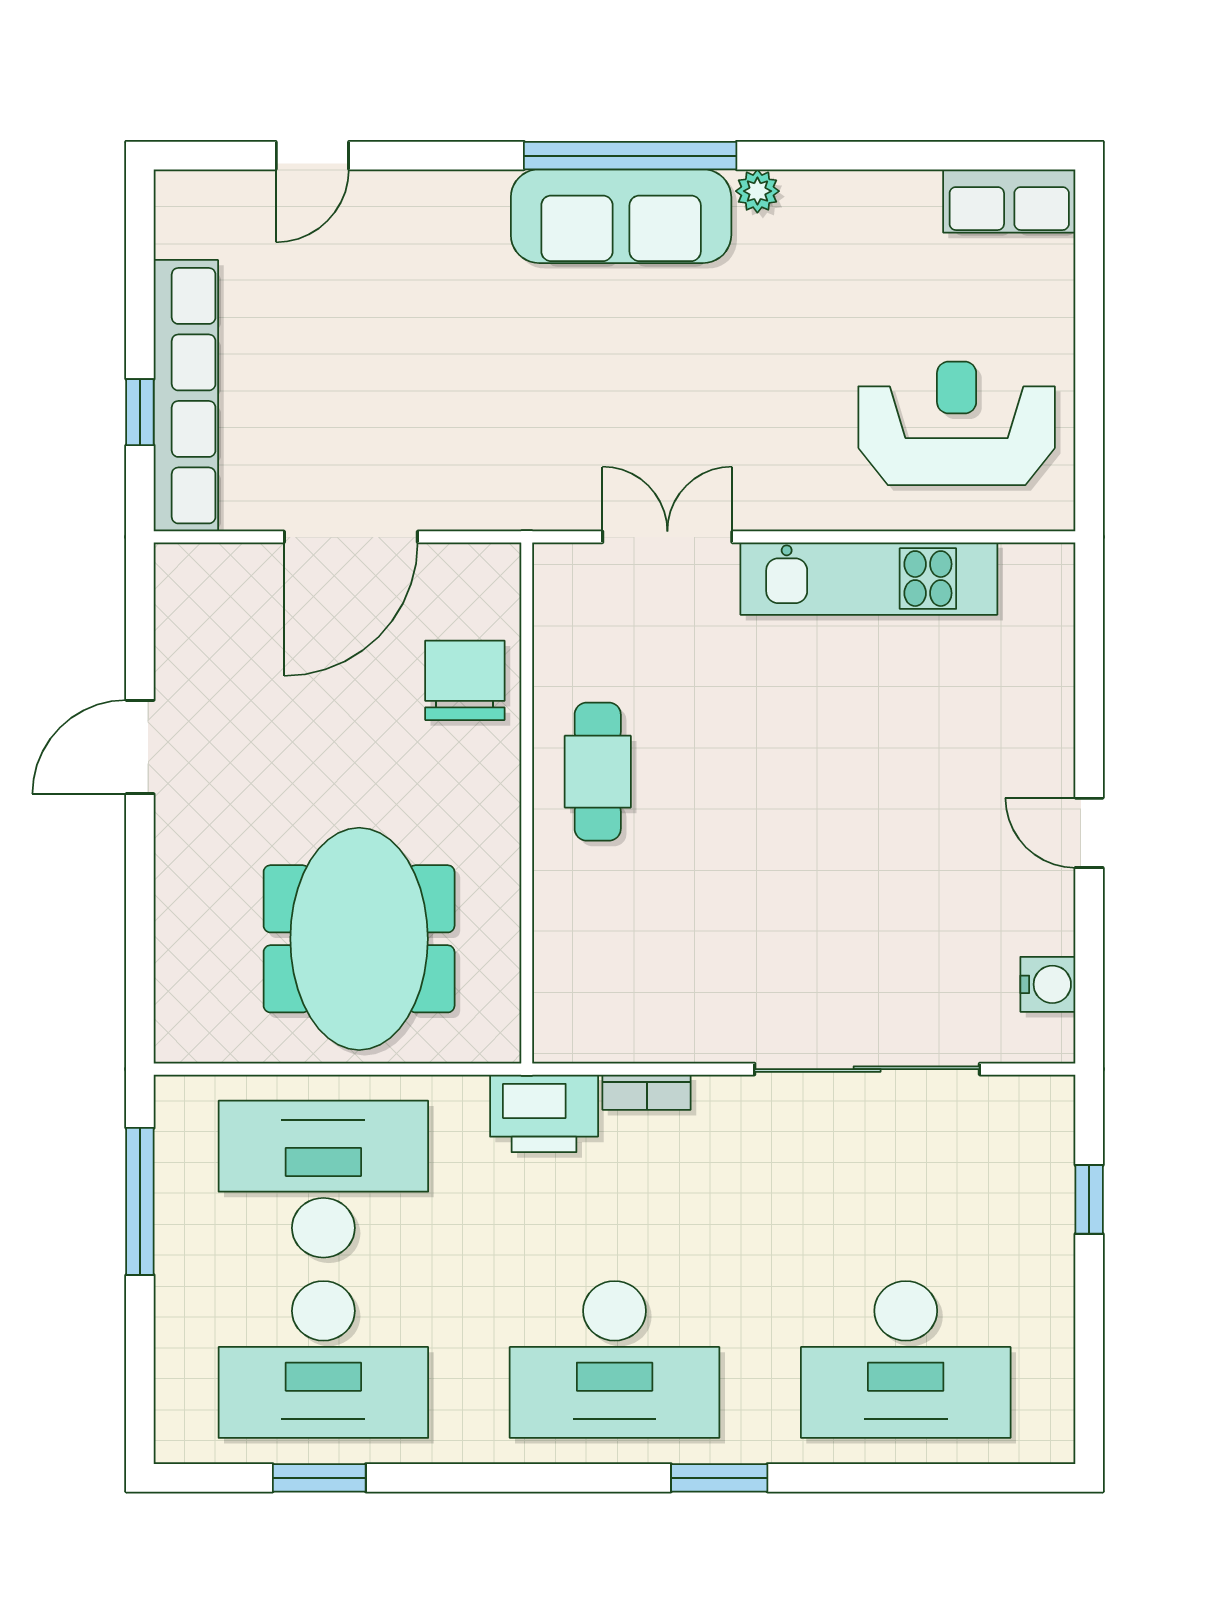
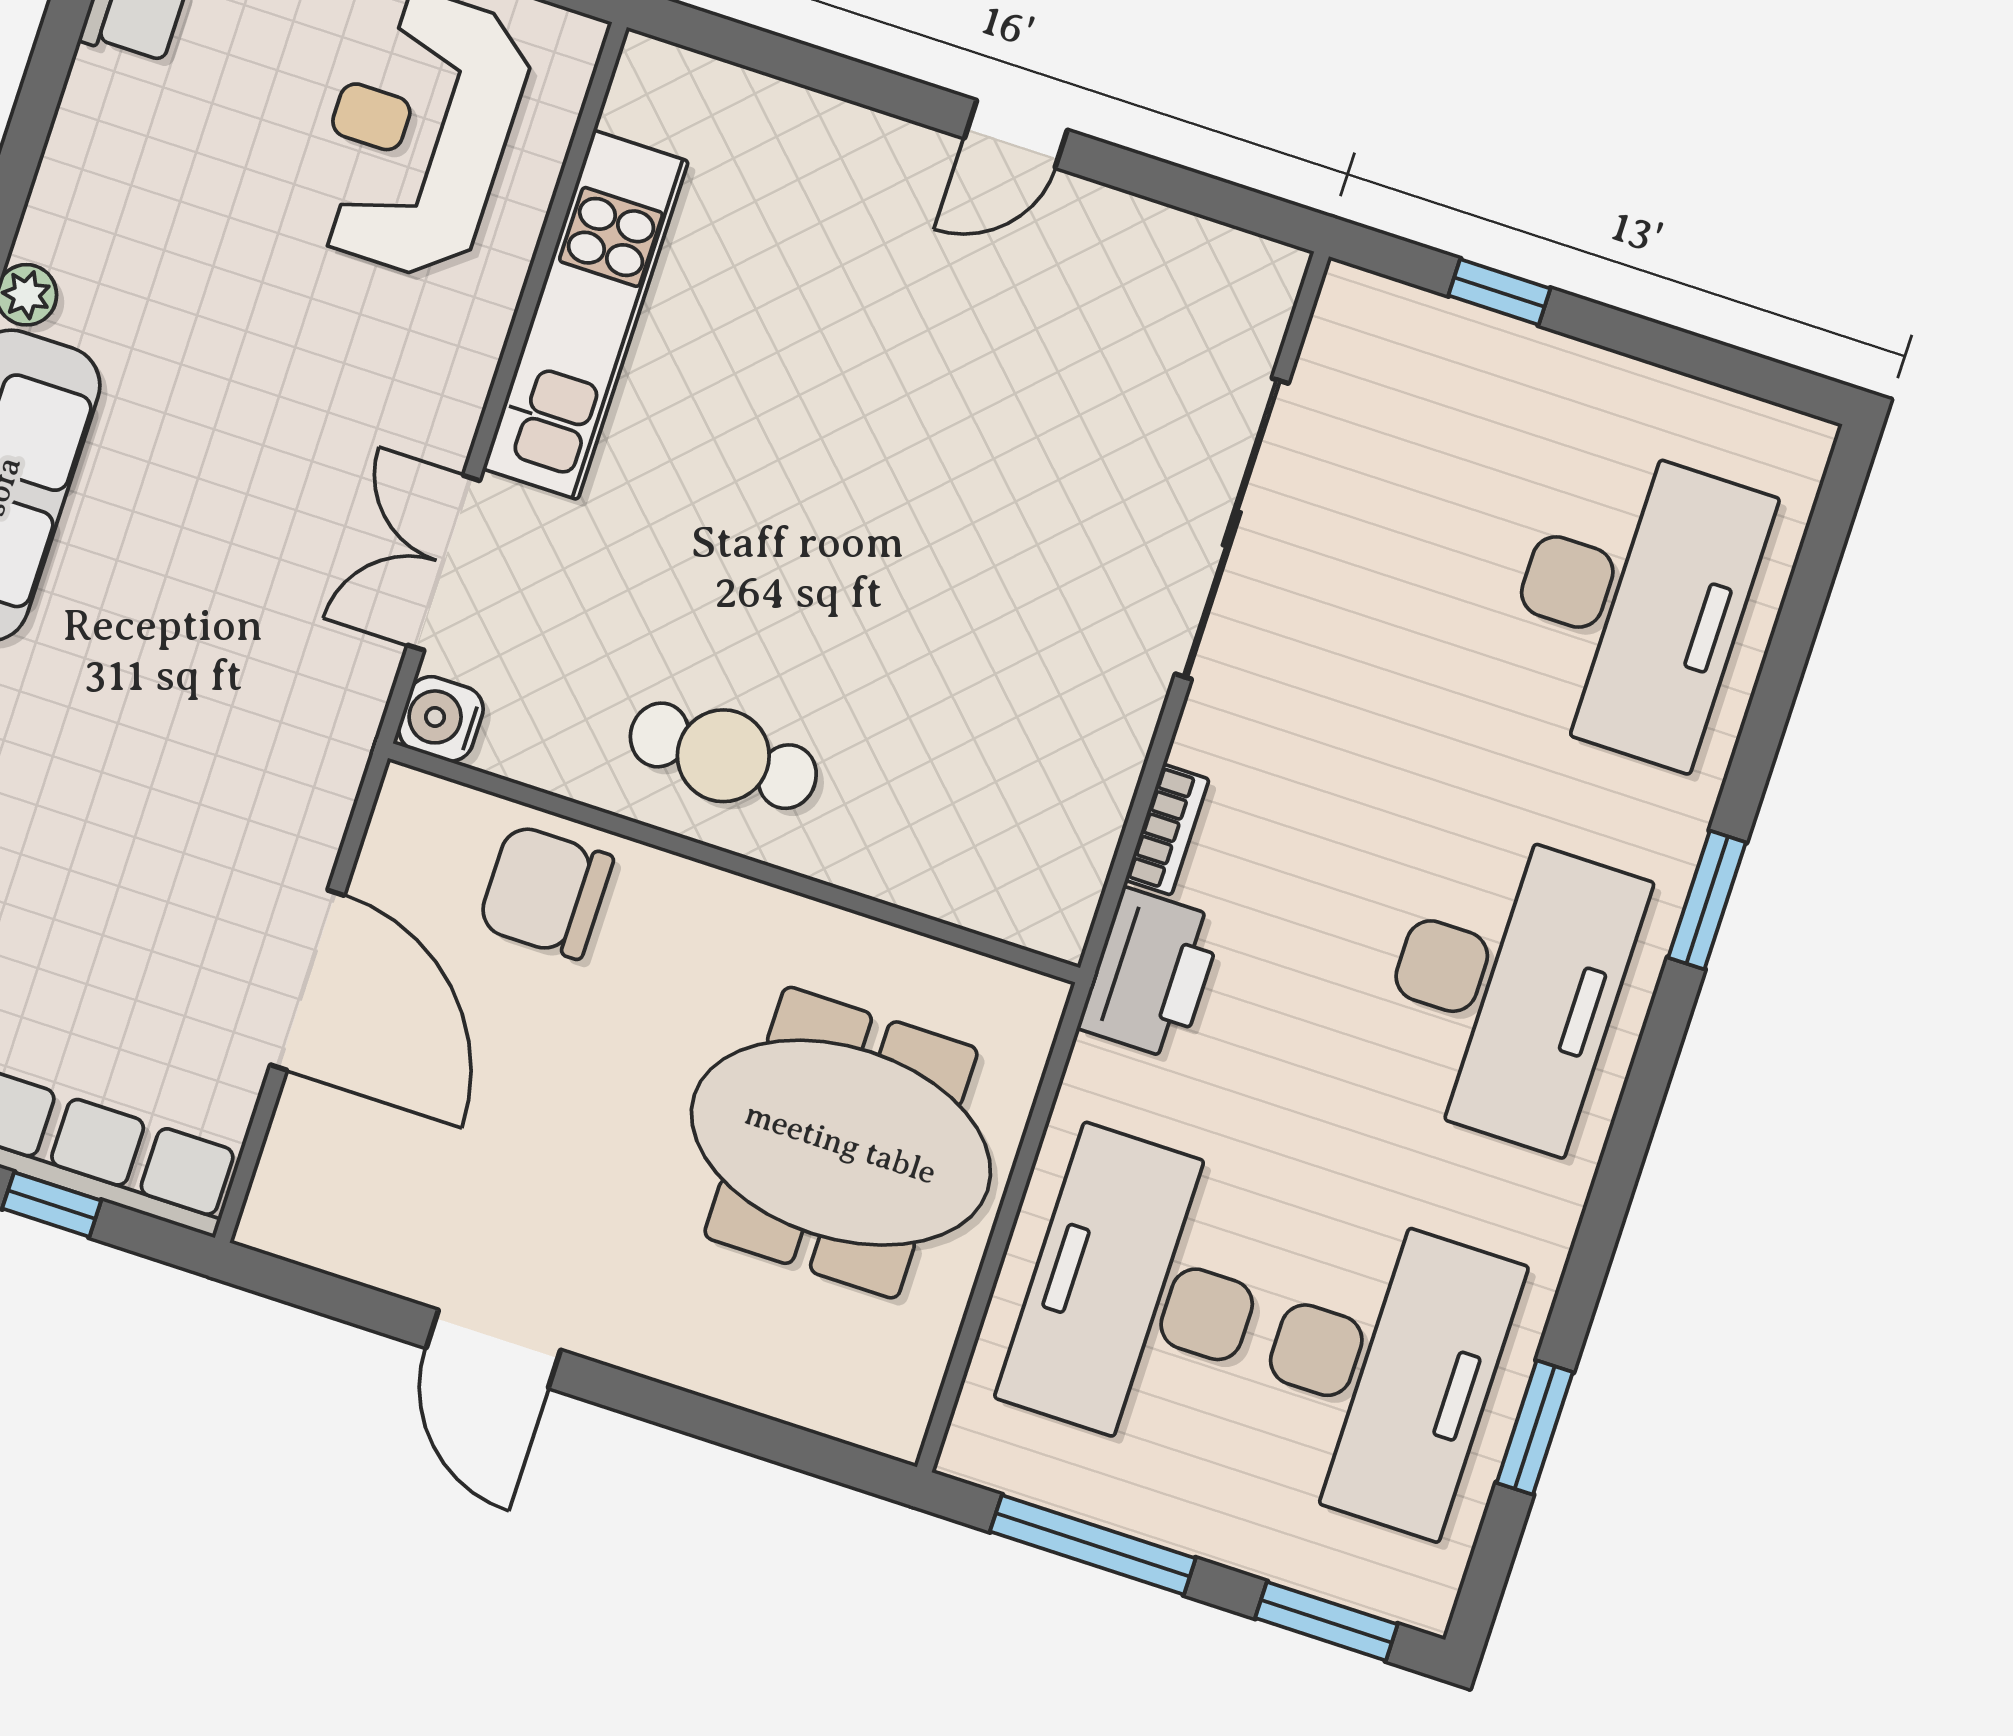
water cooler: (1048, 984) -> (441, 719), moved, turned -90
window: (140, 1378) -> (1326, 1621), added

